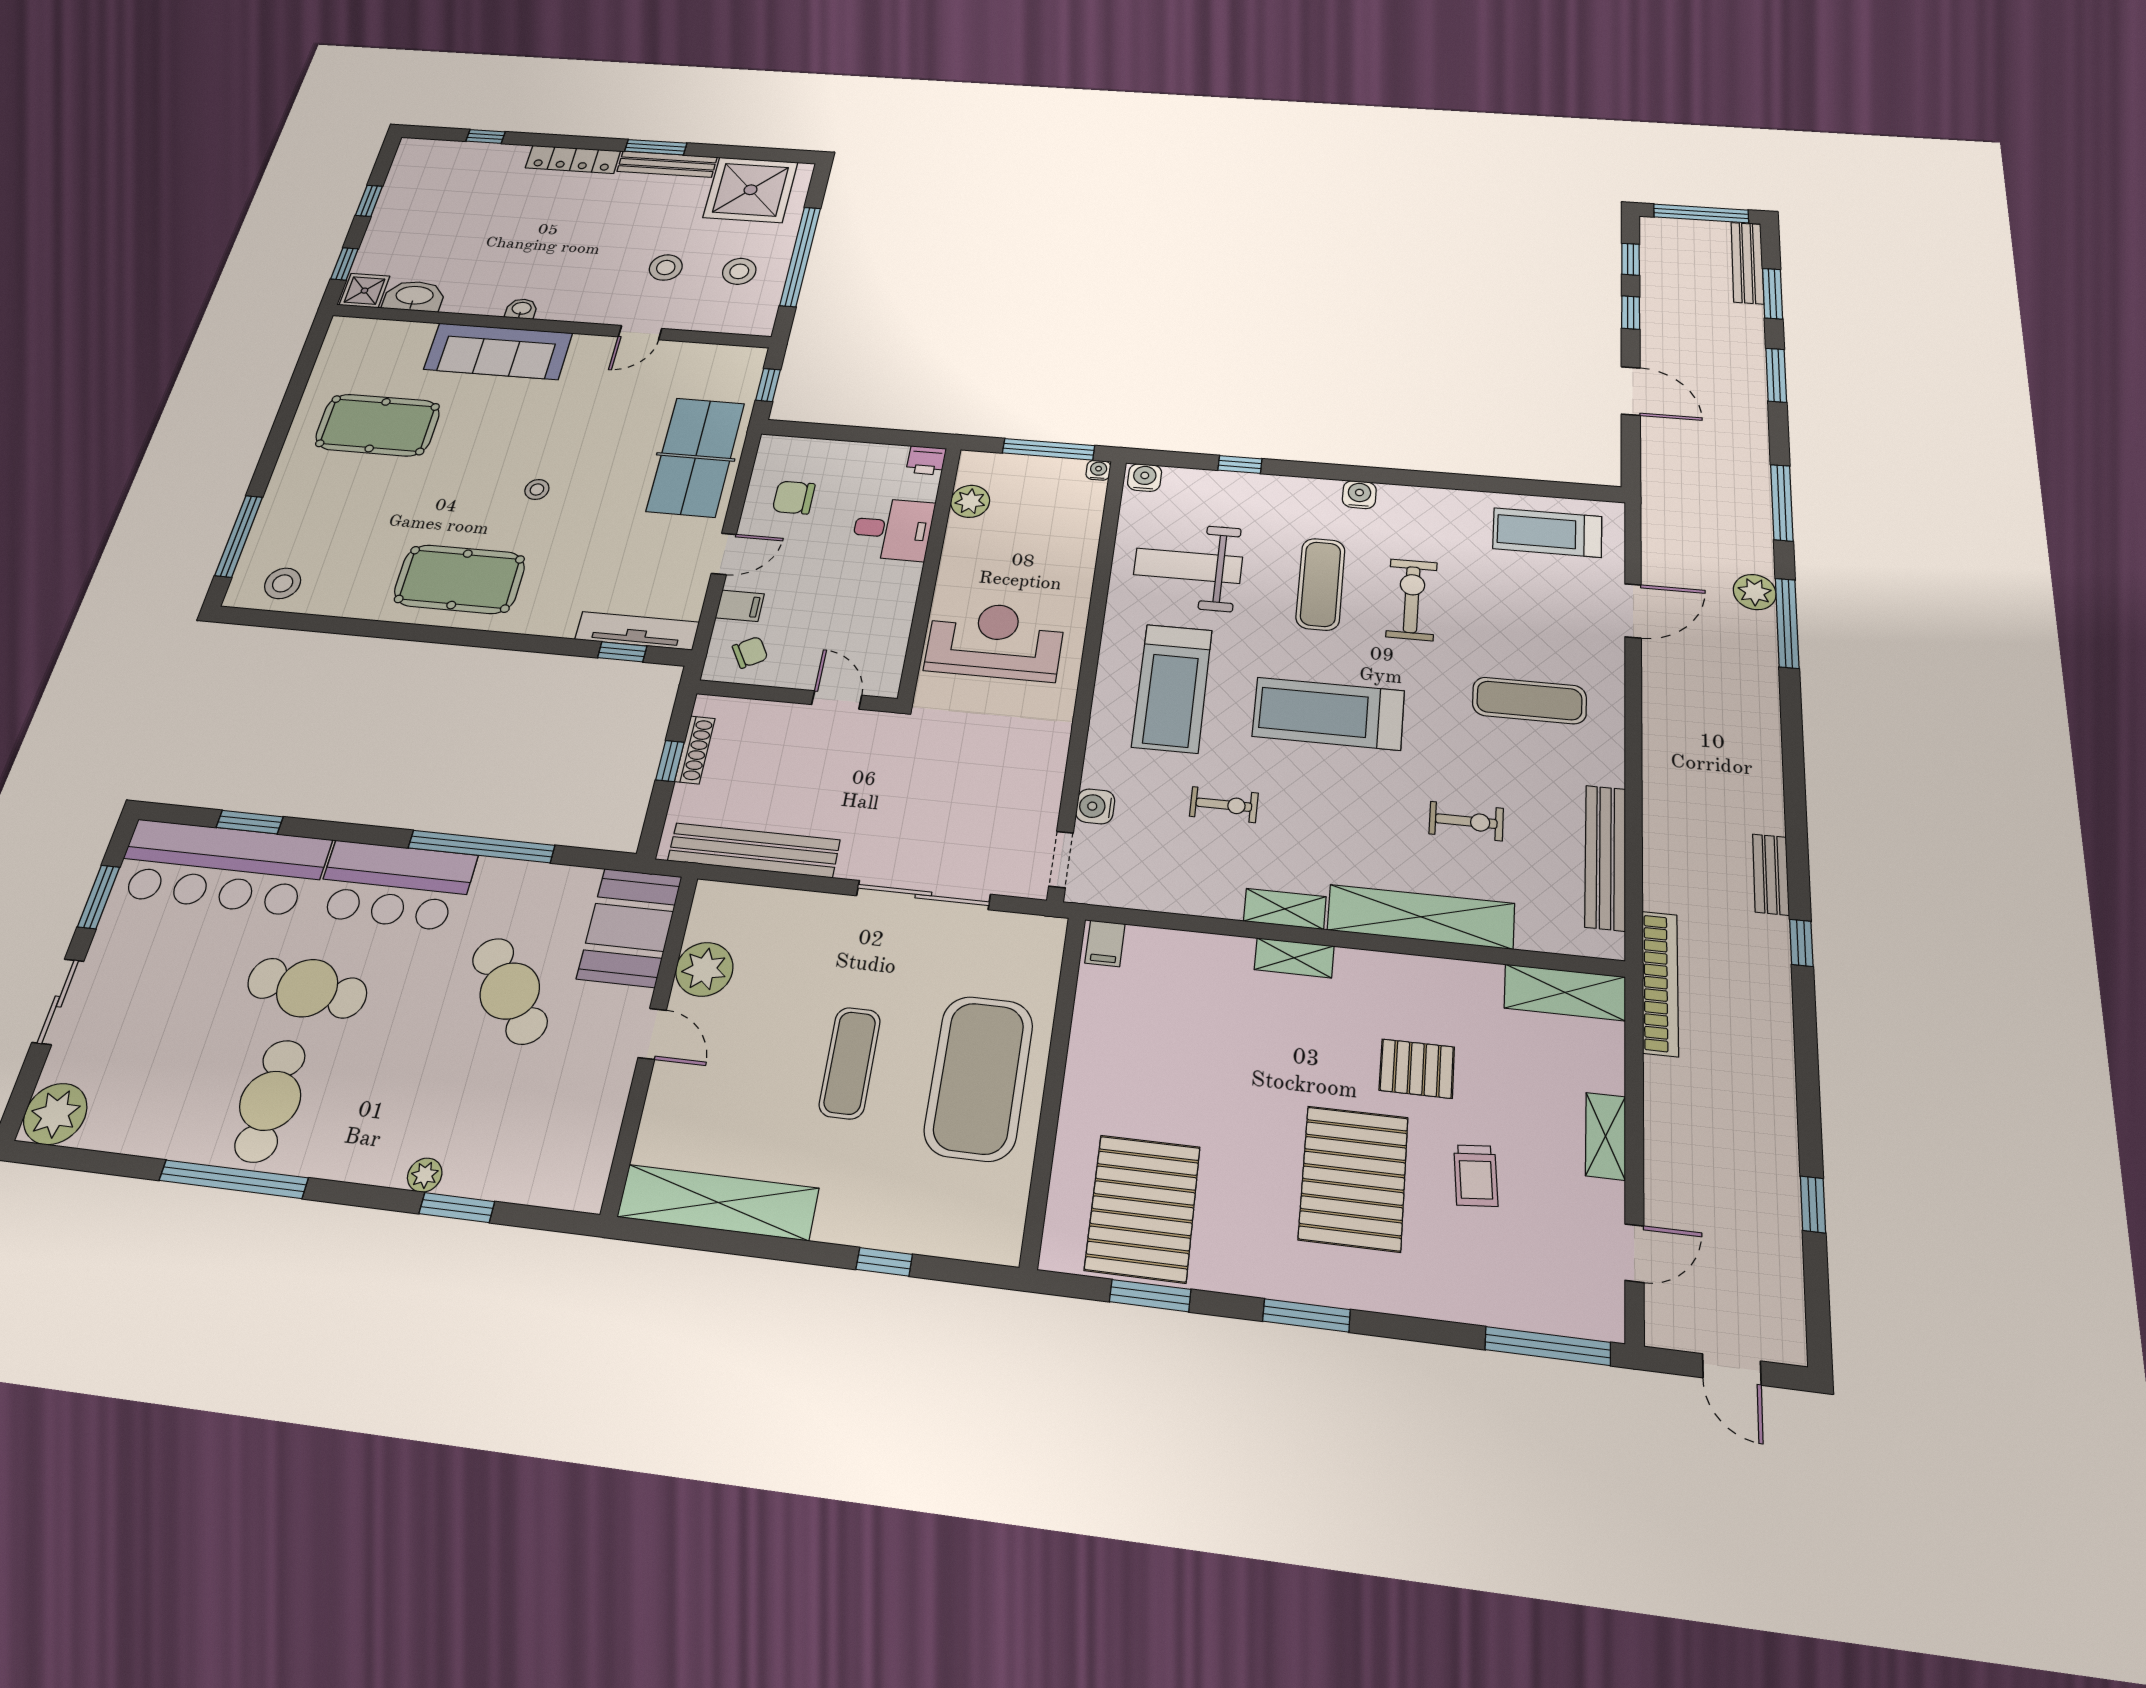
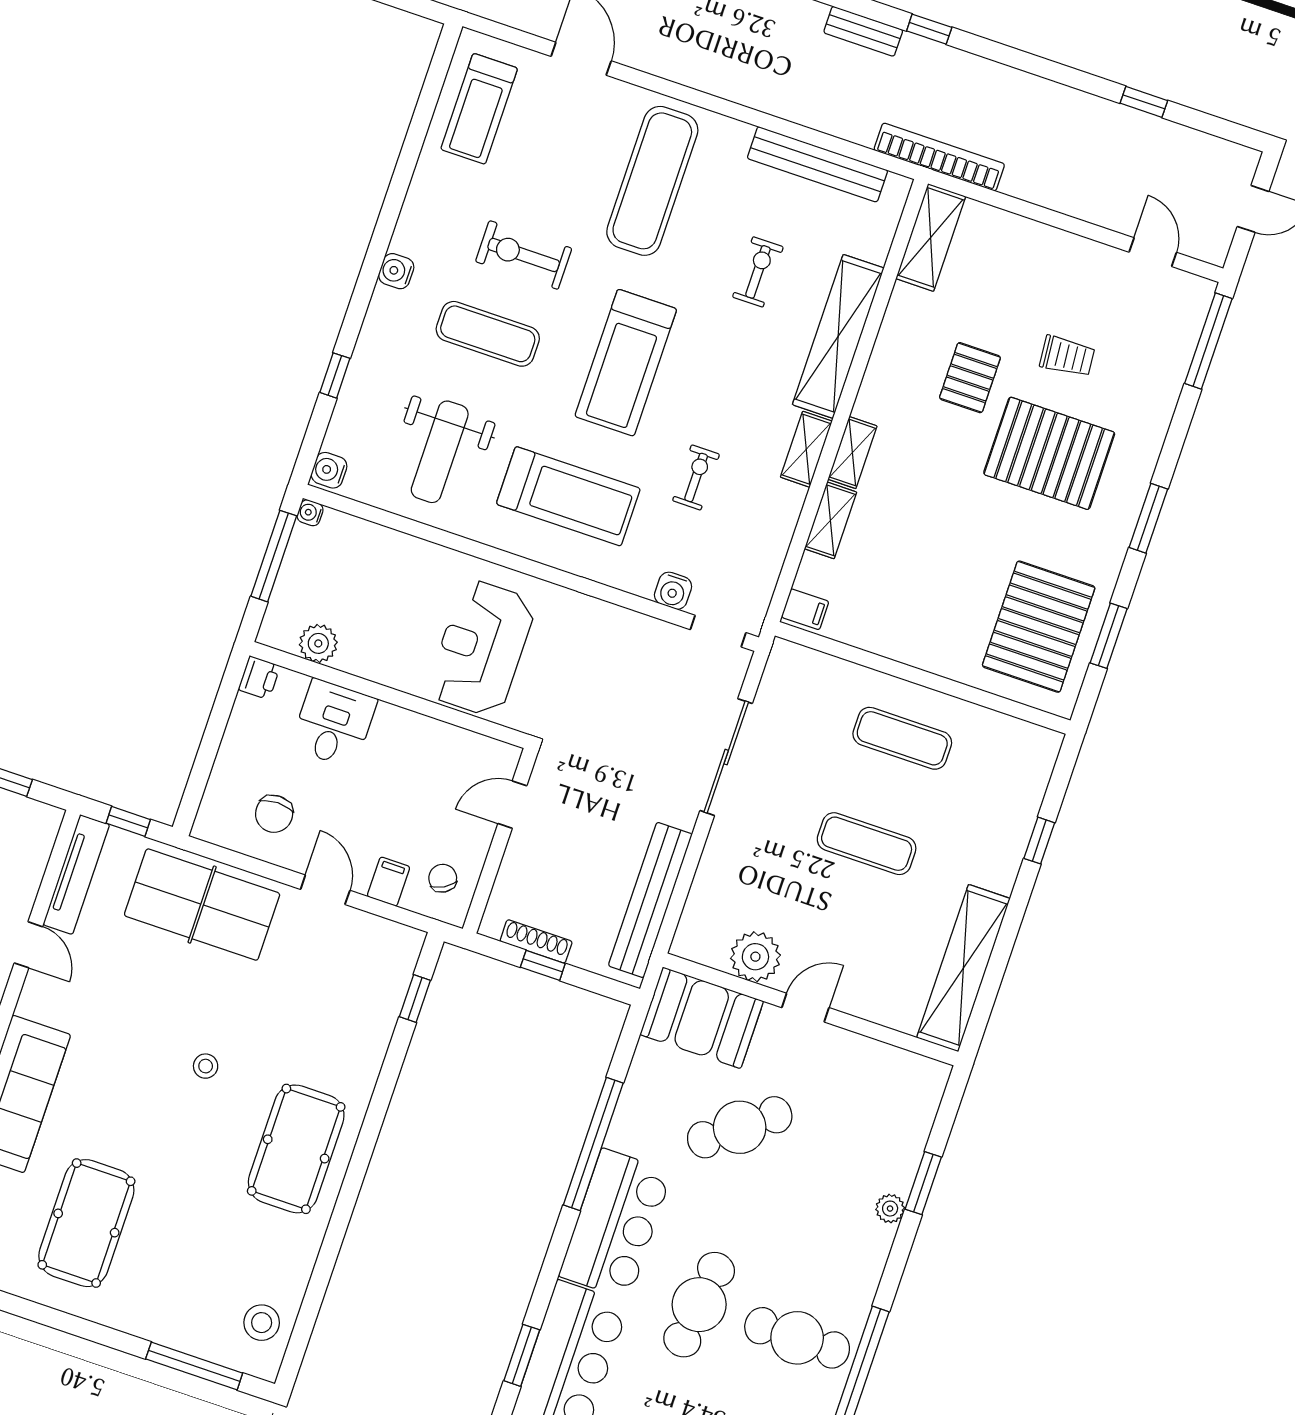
tv unit: (637, 631) -> (76, 875), moved, turned 180
exercise mat: (1529, 701) -> (652, 181), width x1.36, depth x1.45
exercise mat: (979, 1078) -> (902, 738), width x0.50, depth x0.69
shelving: (1605, 1136) -> (830, 520), moved, turned 90
pallet: (1143, 1208) -> (1039, 627), turned 90

